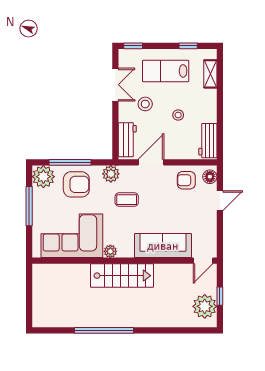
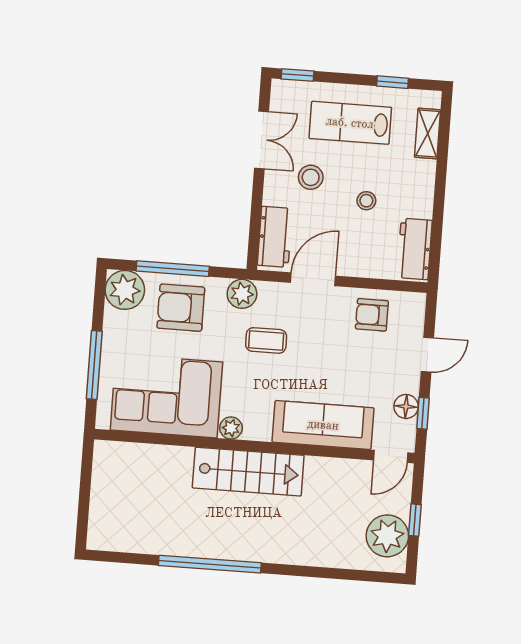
floor lamp: (210, 177) -> (406, 406), moved
armchair: (76, 184) -> (181, 308), turned 180
window: (29, 206) -> (94, 365), moved
window: (220, 234) -> (423, 413), added

